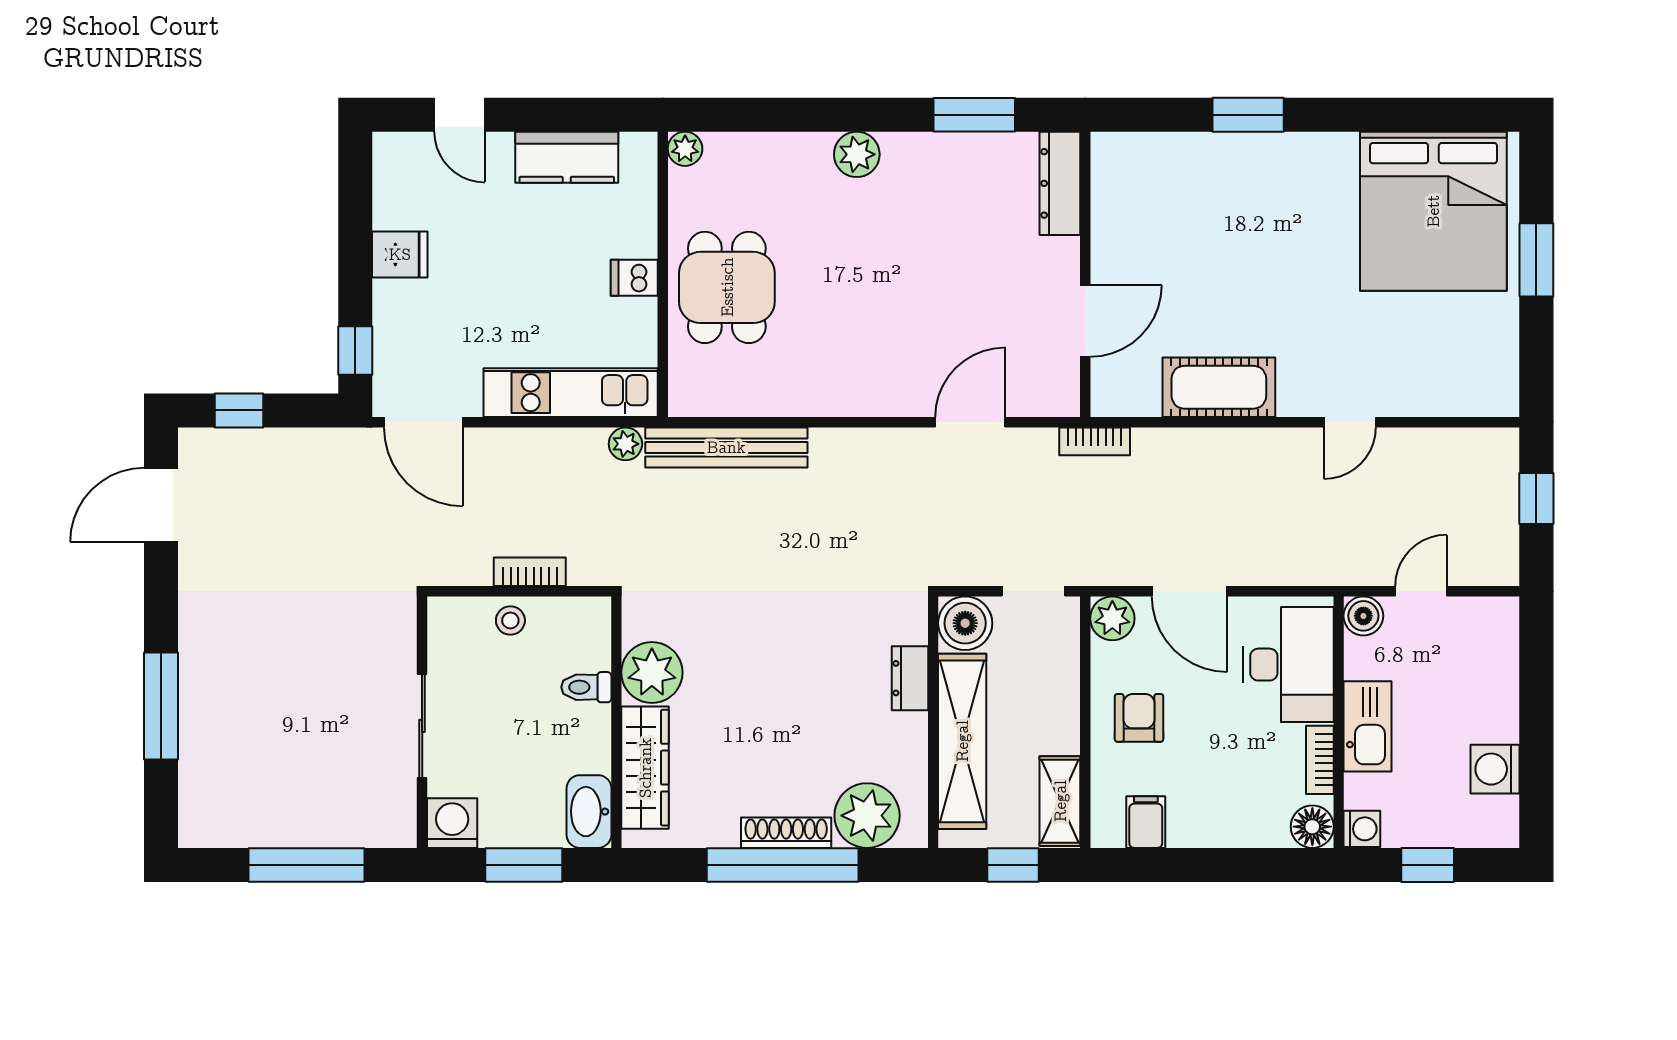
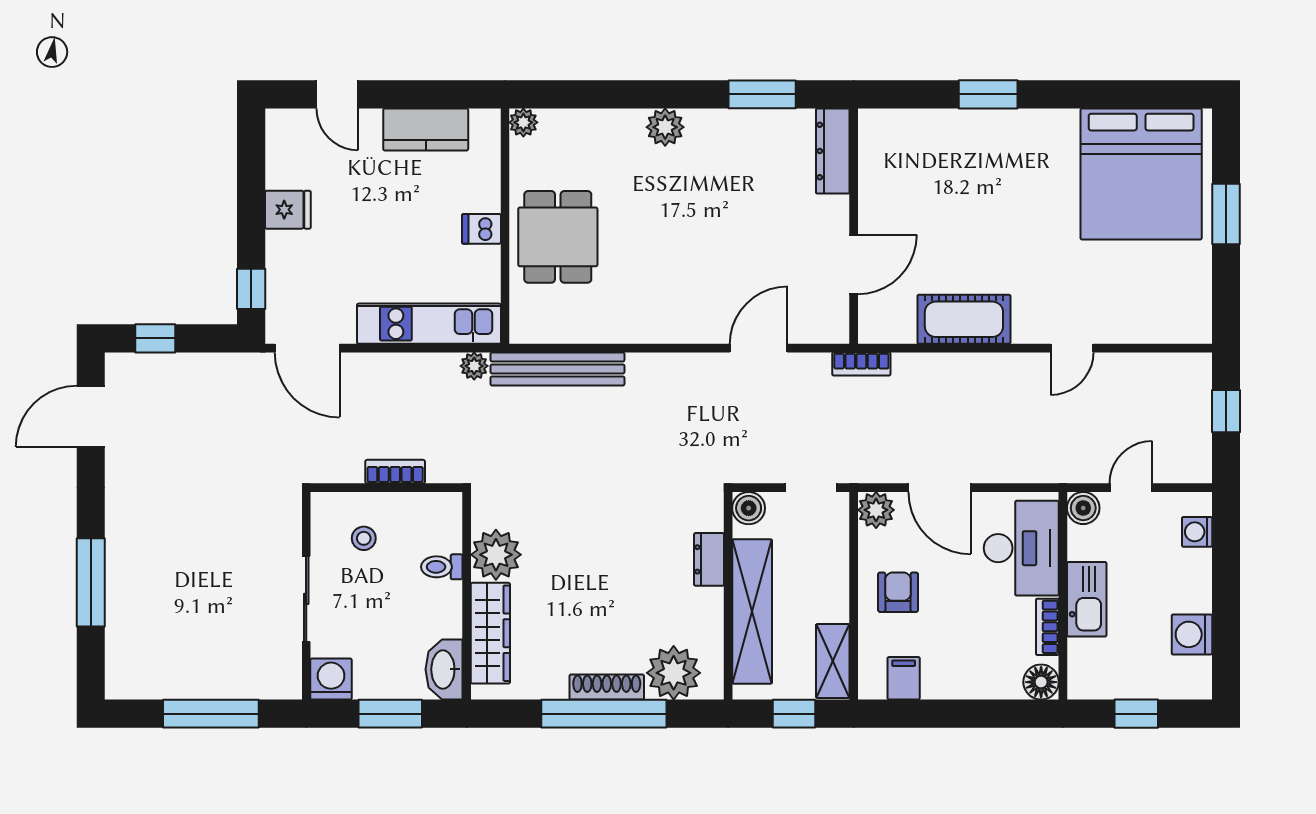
stool: (510, 620) -> (364, 538), moved
boiler: (965, 623) -> (749, 508), width x0.73, depth x0.73
washing machine: (1362, 829) -> (1197, 532), moved, turned 180

